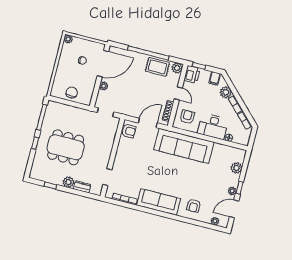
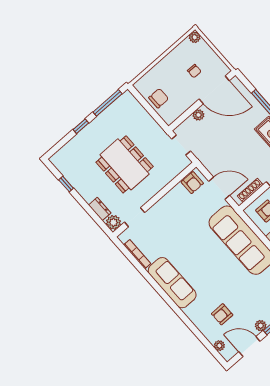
dining table: (66, 147) -> (125, 164), moved
plant: (68, 182) -> (113, 222), moved
armchair: (194, 206) -> (222, 314), moved

